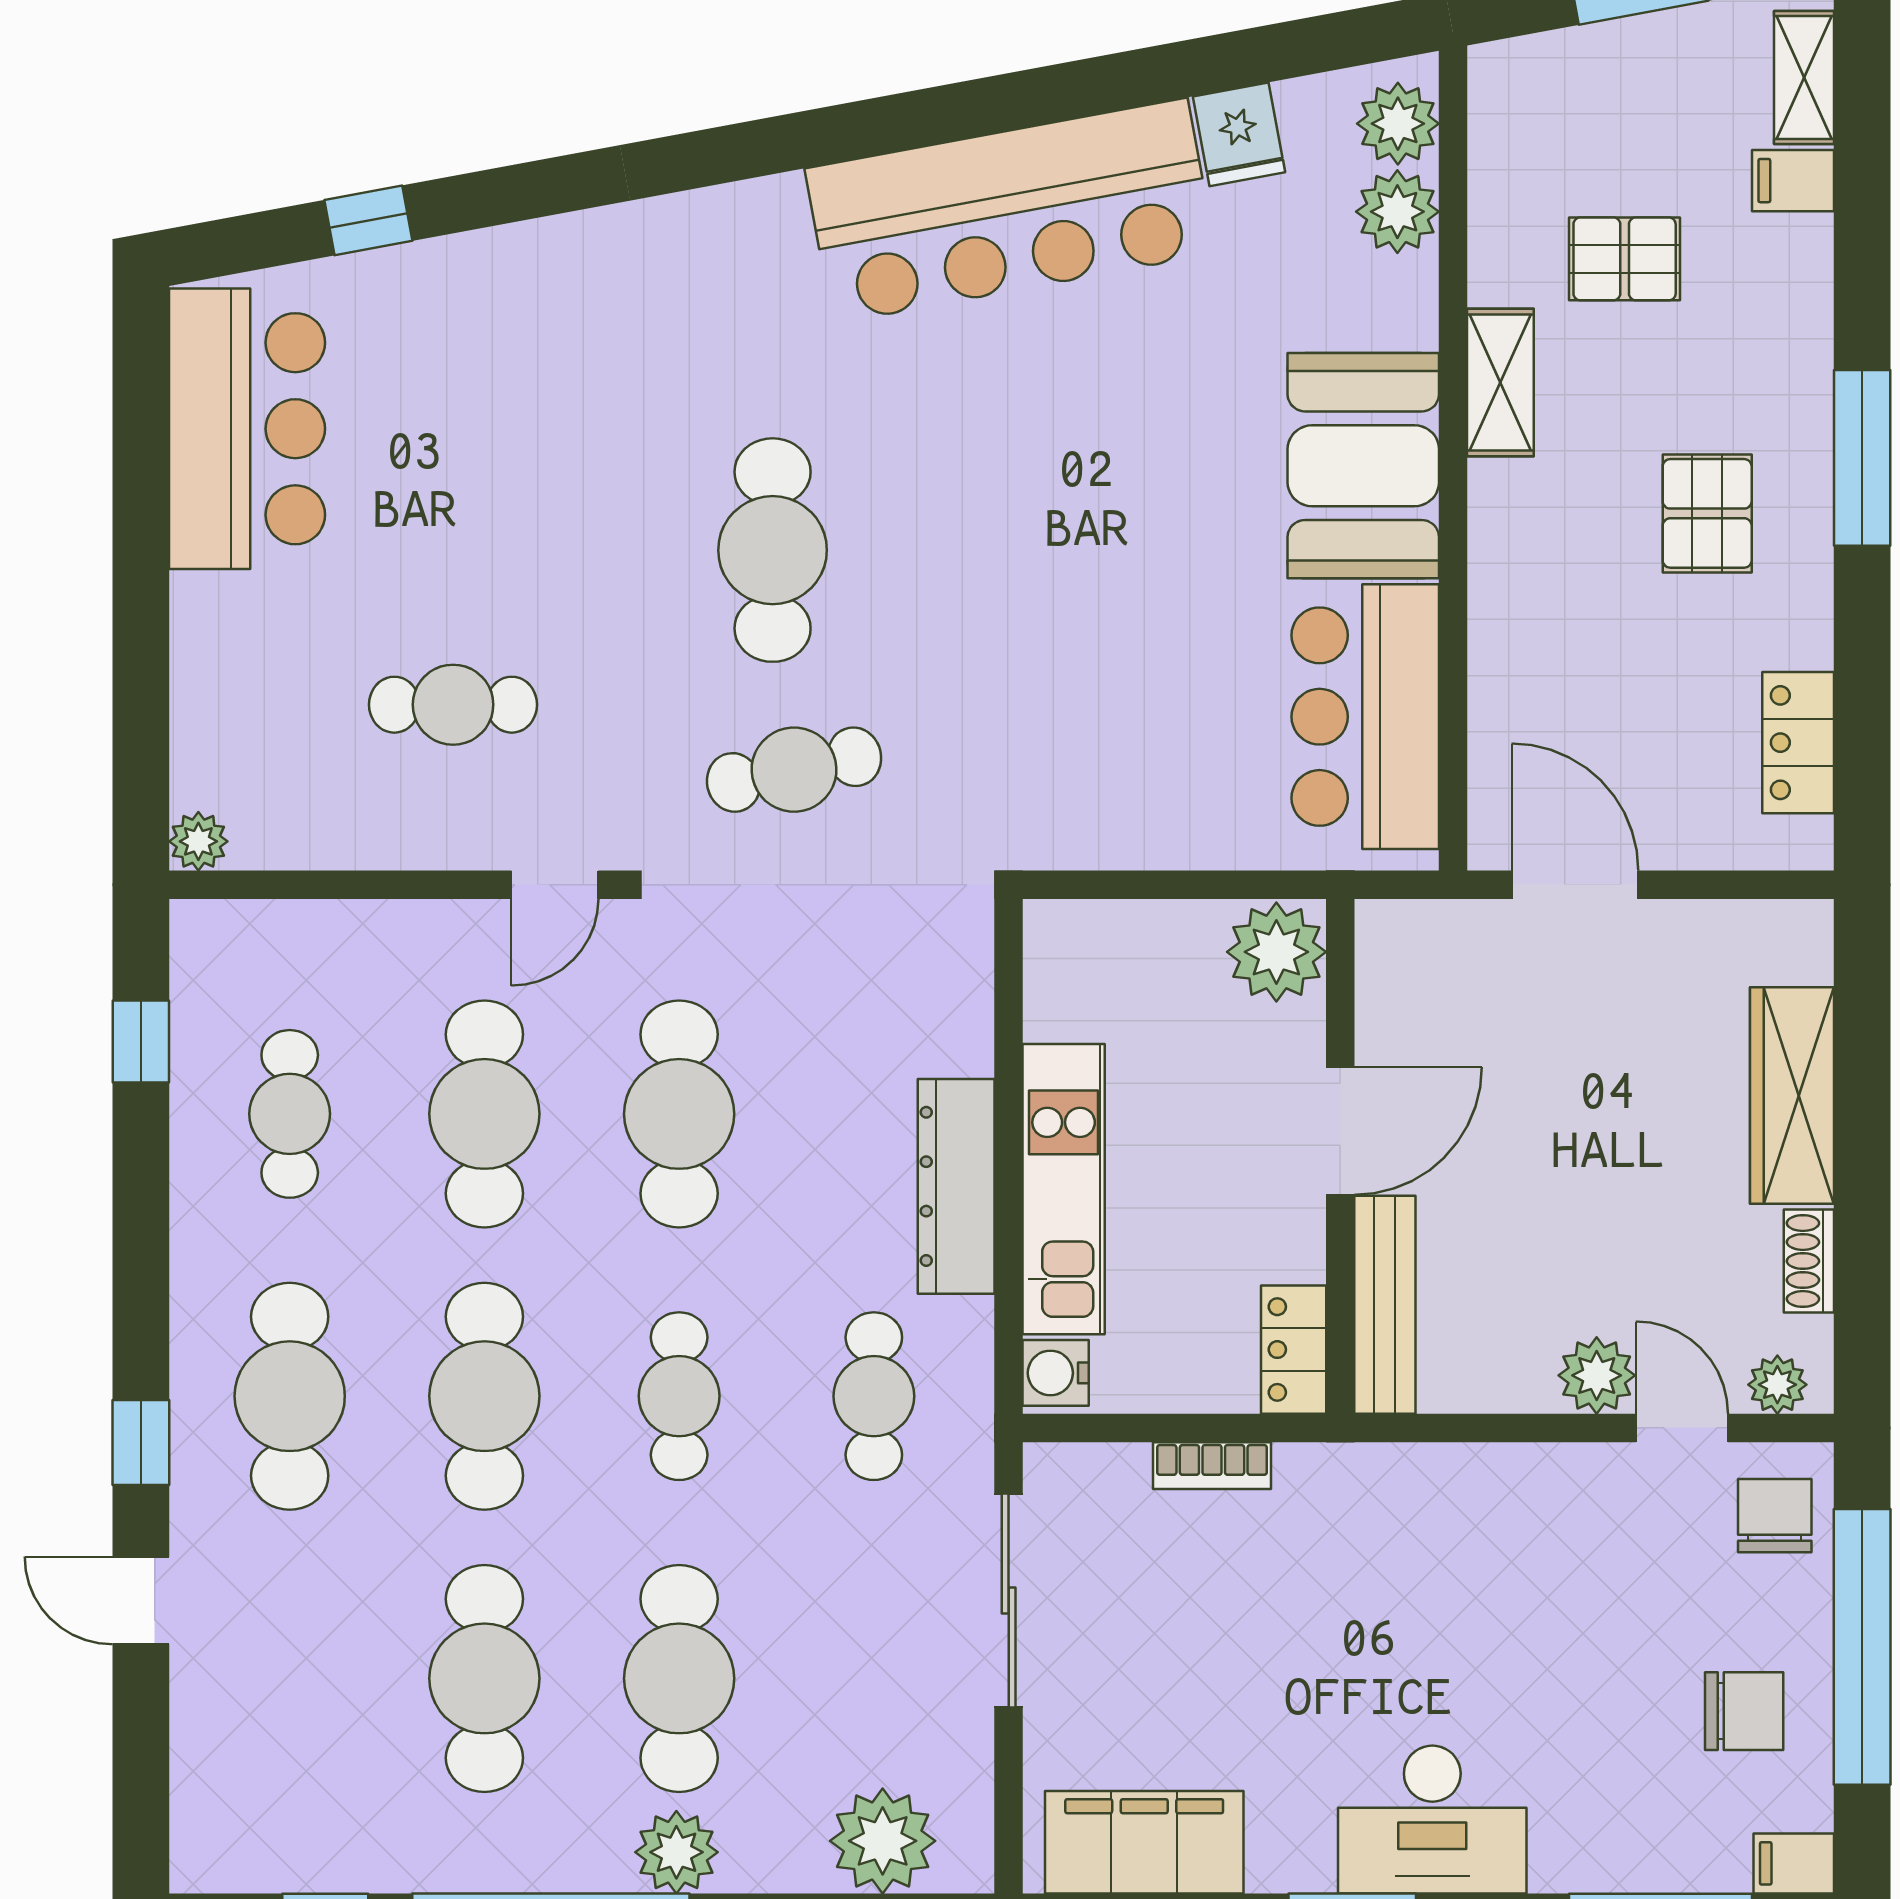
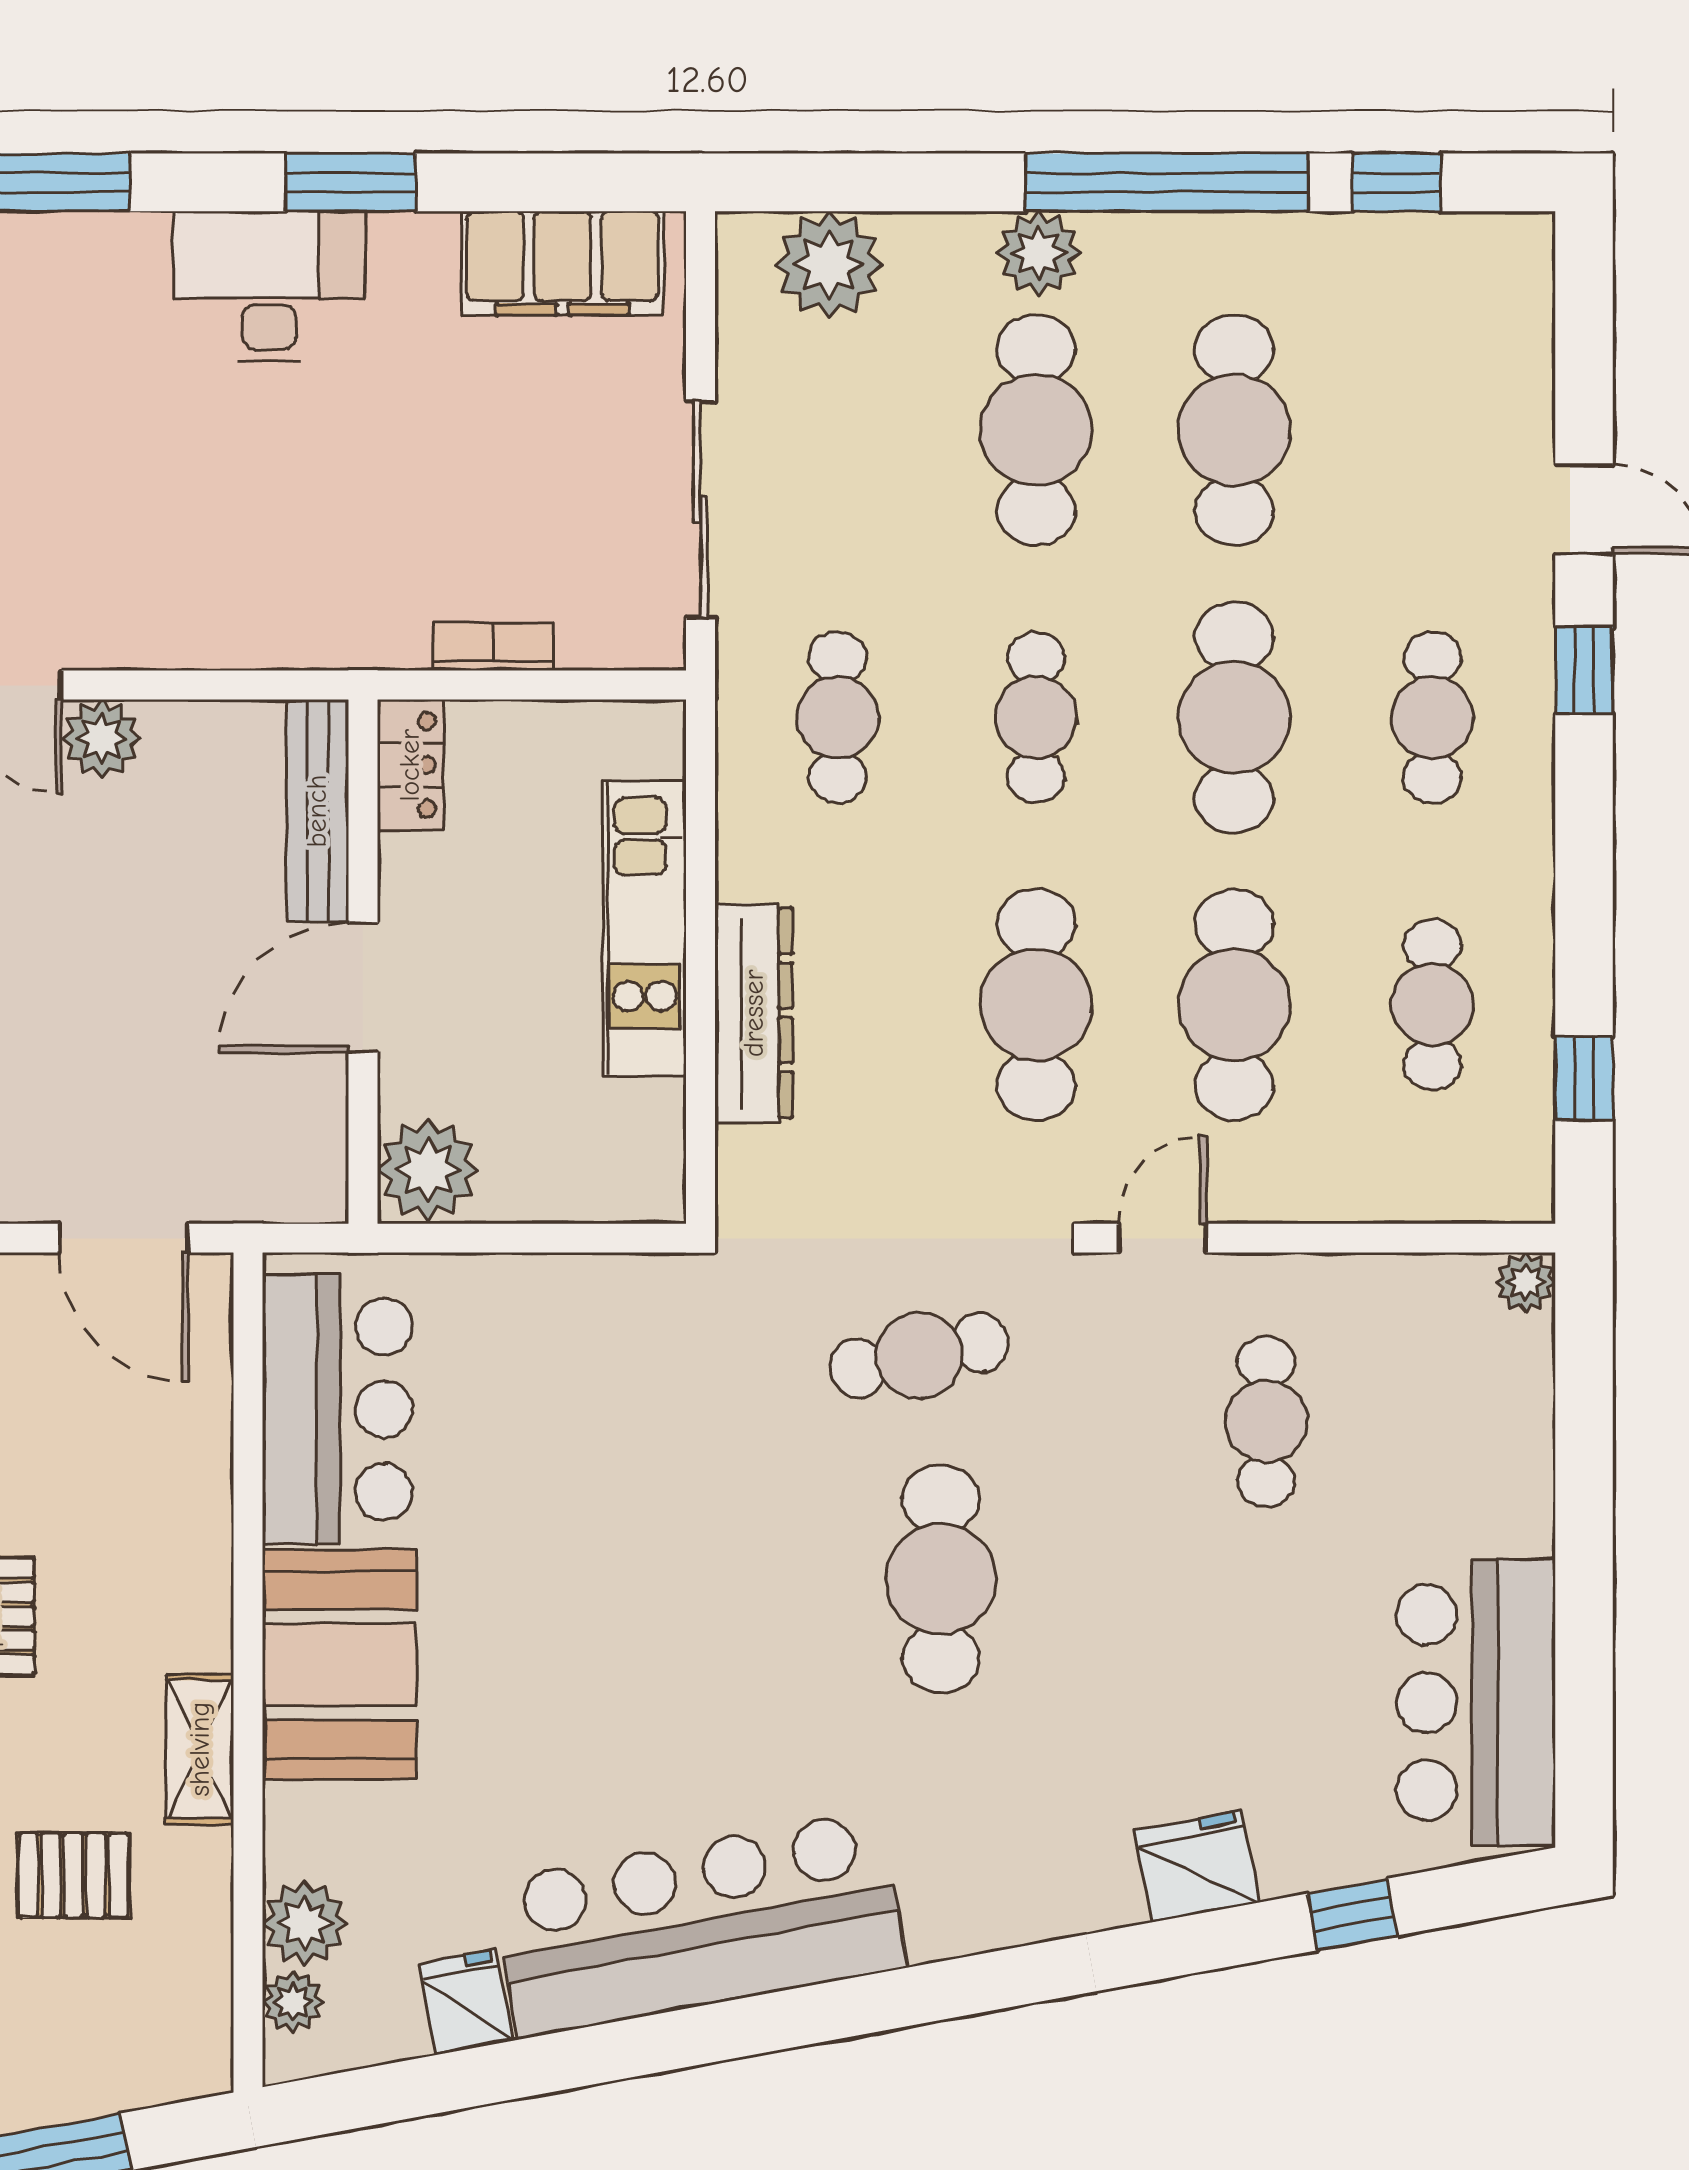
plant: (1398, 124) -> (293, 2002), width x0.73, depth x0.73
fridge: (521, 268) -> (1197, 1866), added
cafe table: (453, 705) -> (1266, 1421), turned 90
dresser: (956, 1186) -> (754, 1013), moved
water cooler: (1056, 1373) -> (653, 741), removed
cafe table: (290, 1396) -> (1432, 717), width x0.73, depth x0.74

